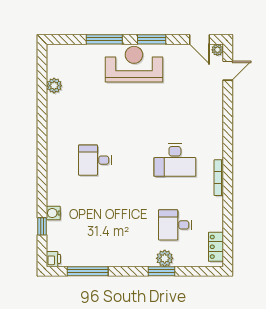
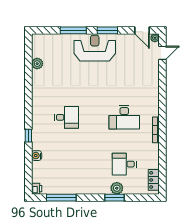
desk: (95, 160) -> (66, 117), turned 180
window: (42, 226) -> (28, 136), moved

